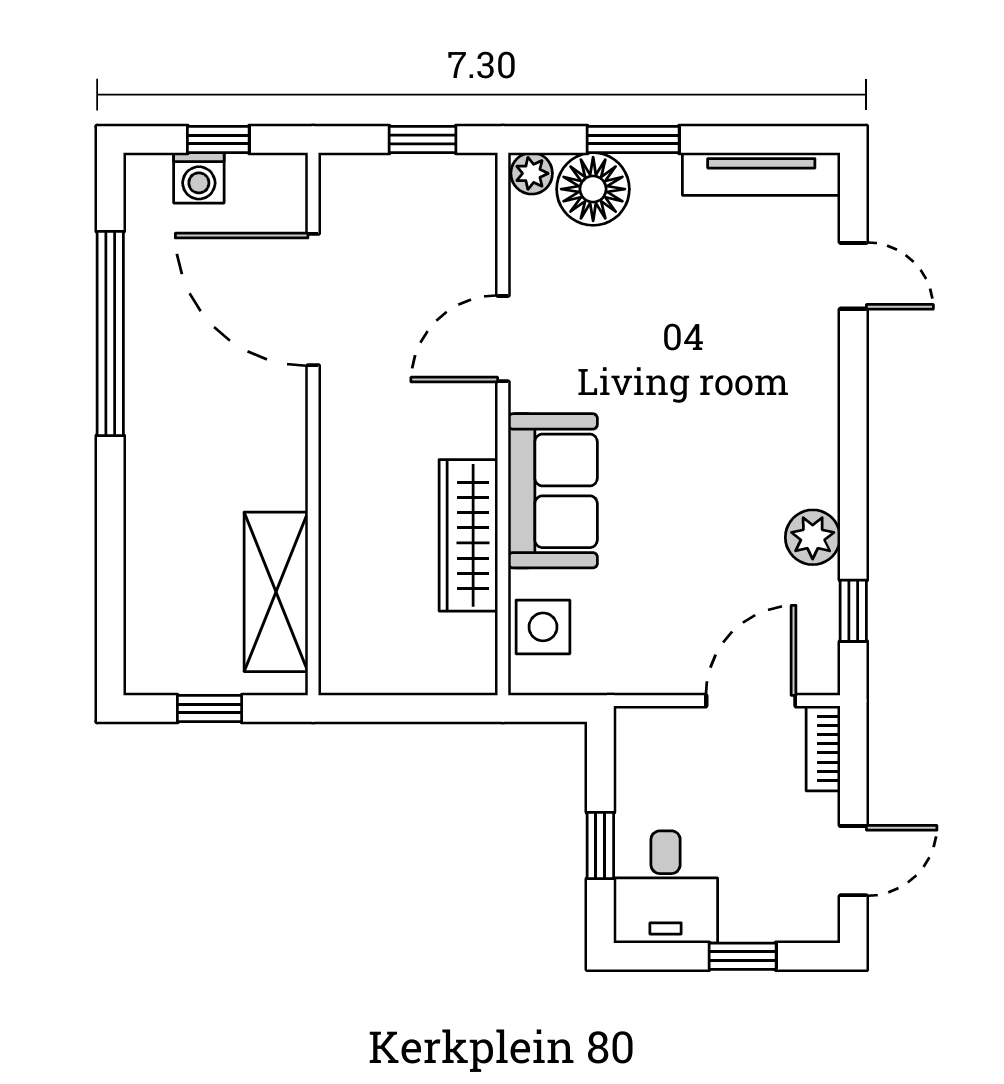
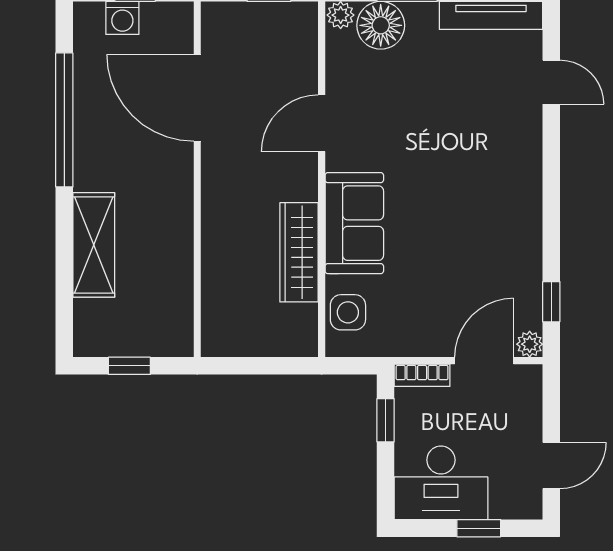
plant: (813, 537) -> (530, 344), moved, width x0.73, depth x0.73
shelving: (276, 592) -> (94, 245), moved
bookcase: (823, 748) -> (422, 375), moved, turned -90
window: (600, 845) -> (386, 420), moved
desk: (666, 887) -> (441, 483), width x1.37

